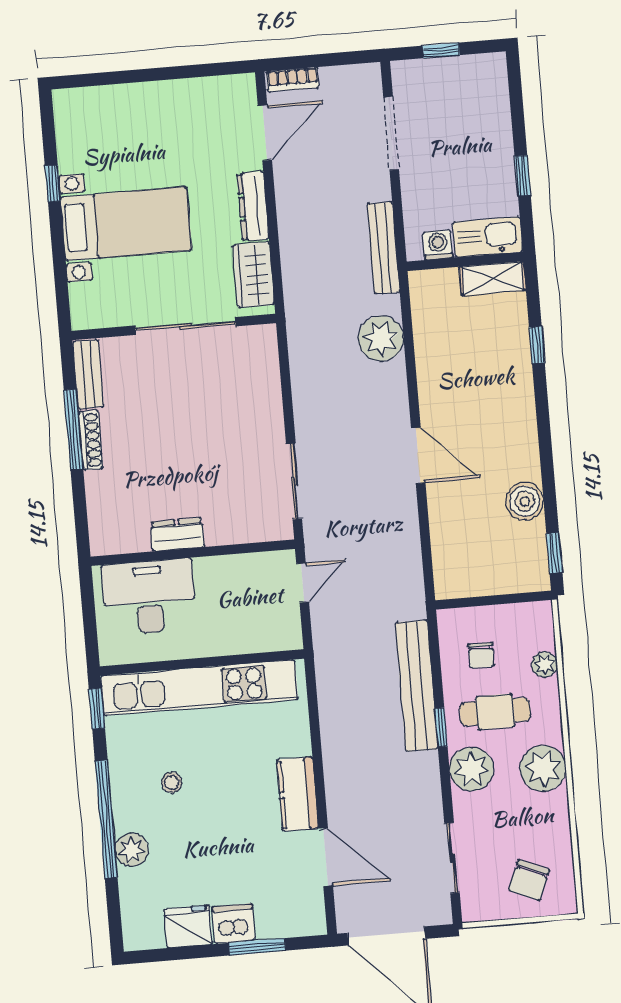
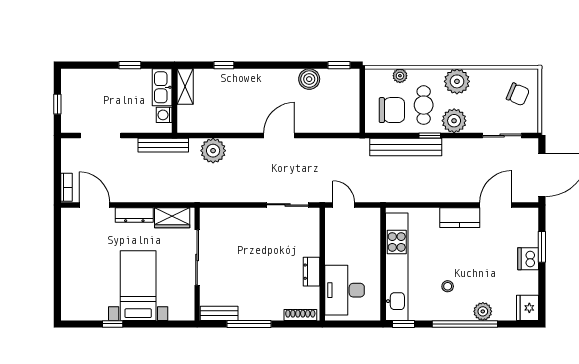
shoe rack: (91, 440) -> (300, 315), moved
chair: (481, 655) -> (392, 110), width x1.87, depth x1.87
fridge: (188, 926) -> (528, 308), moved

